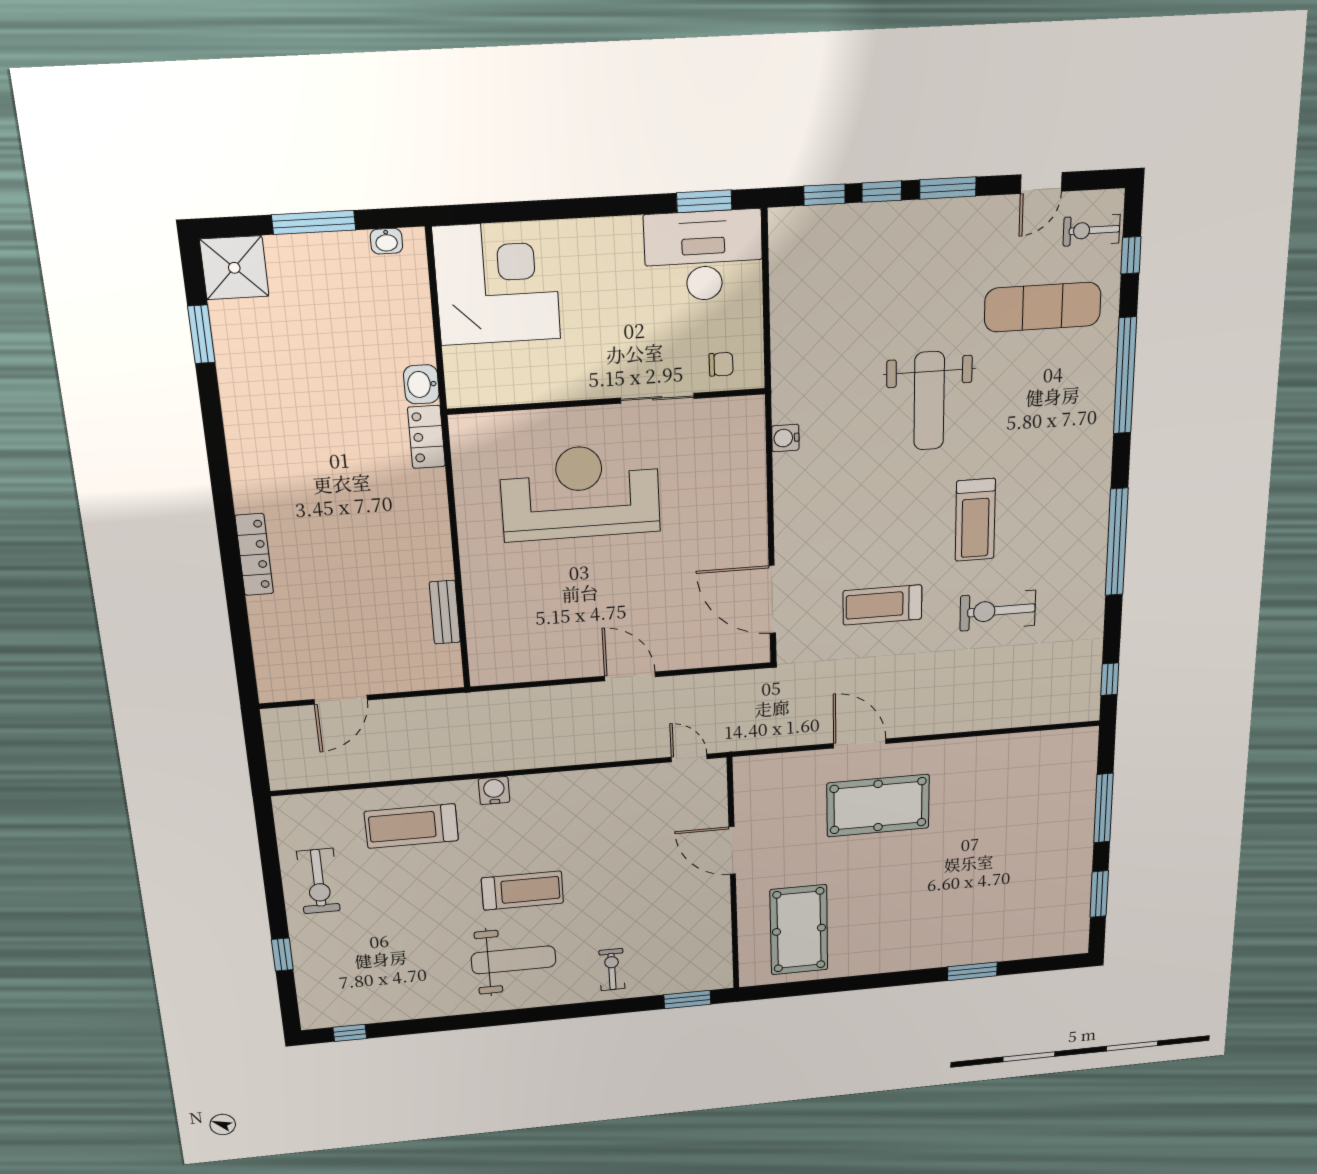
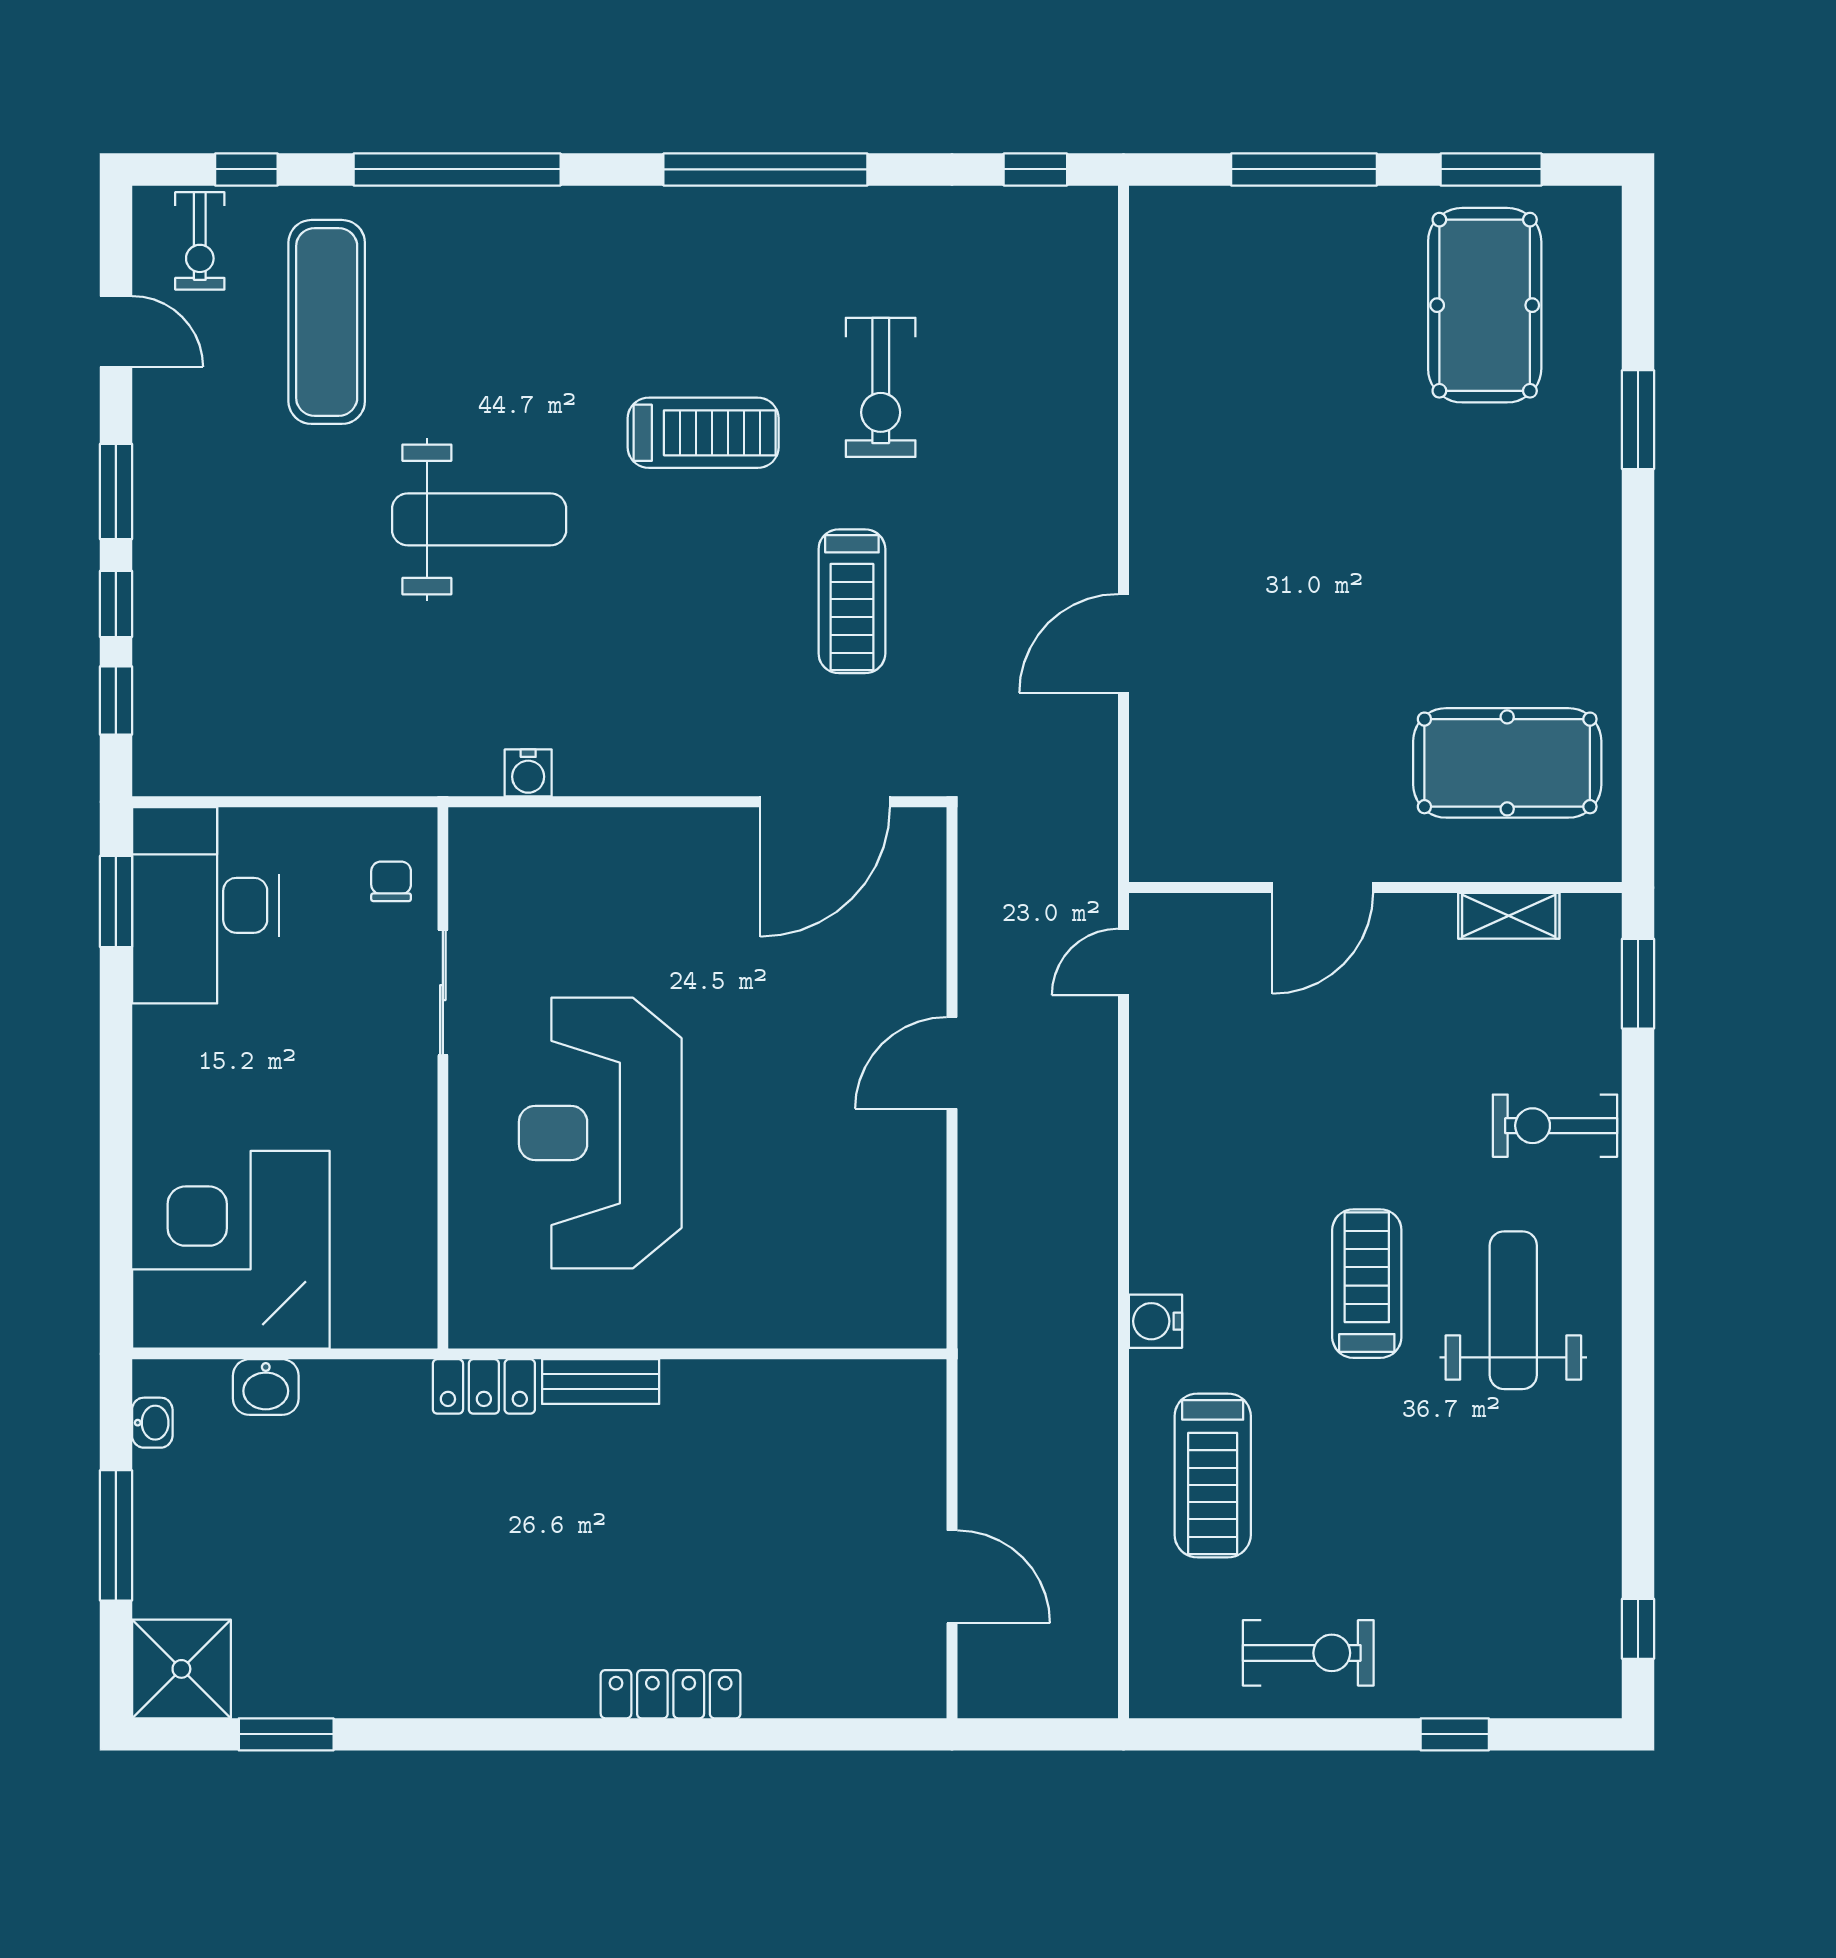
washbasin: (421, 384) -> (266, 1387), moved
bench: (445, 612) -> (601, 1382), moved
pool table: (878, 806) -> (1485, 305), moved
shelving: (720, 938) -> (1509, 916), added
exercise bike: (612, 970) -> (1555, 1126), width x1.38, depth x1.39

